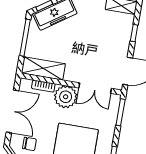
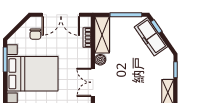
boiler: (71, 75) -> (100, 60), added
plant: (66, 97) -> (81, 58), removed

